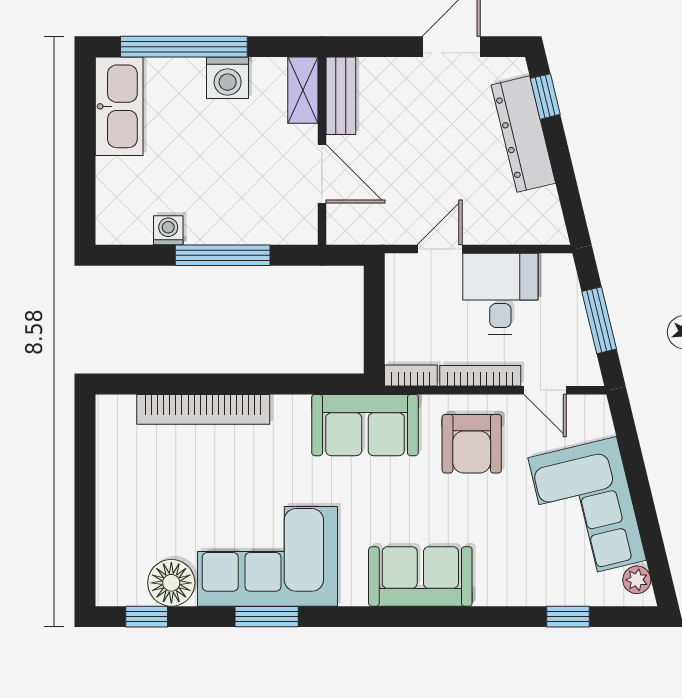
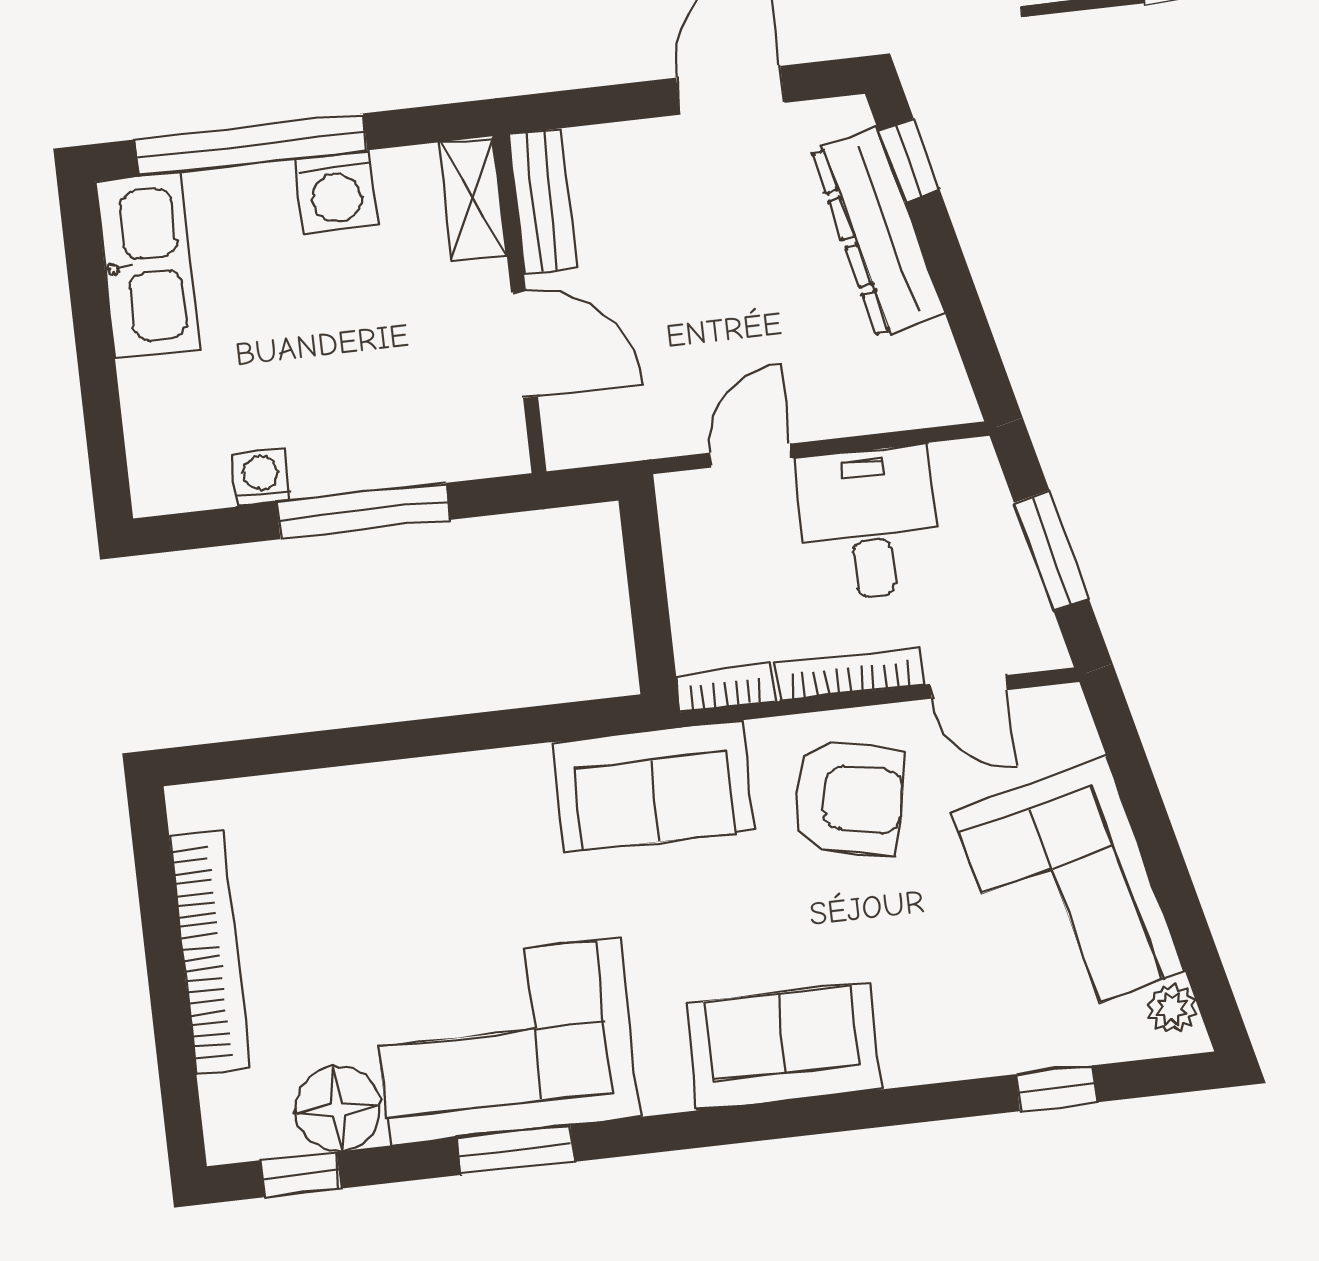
bookcase: (203, 409) -> (210, 952), moved, turned -90
armchair: (472, 444) -> (848, 798), turned -78

